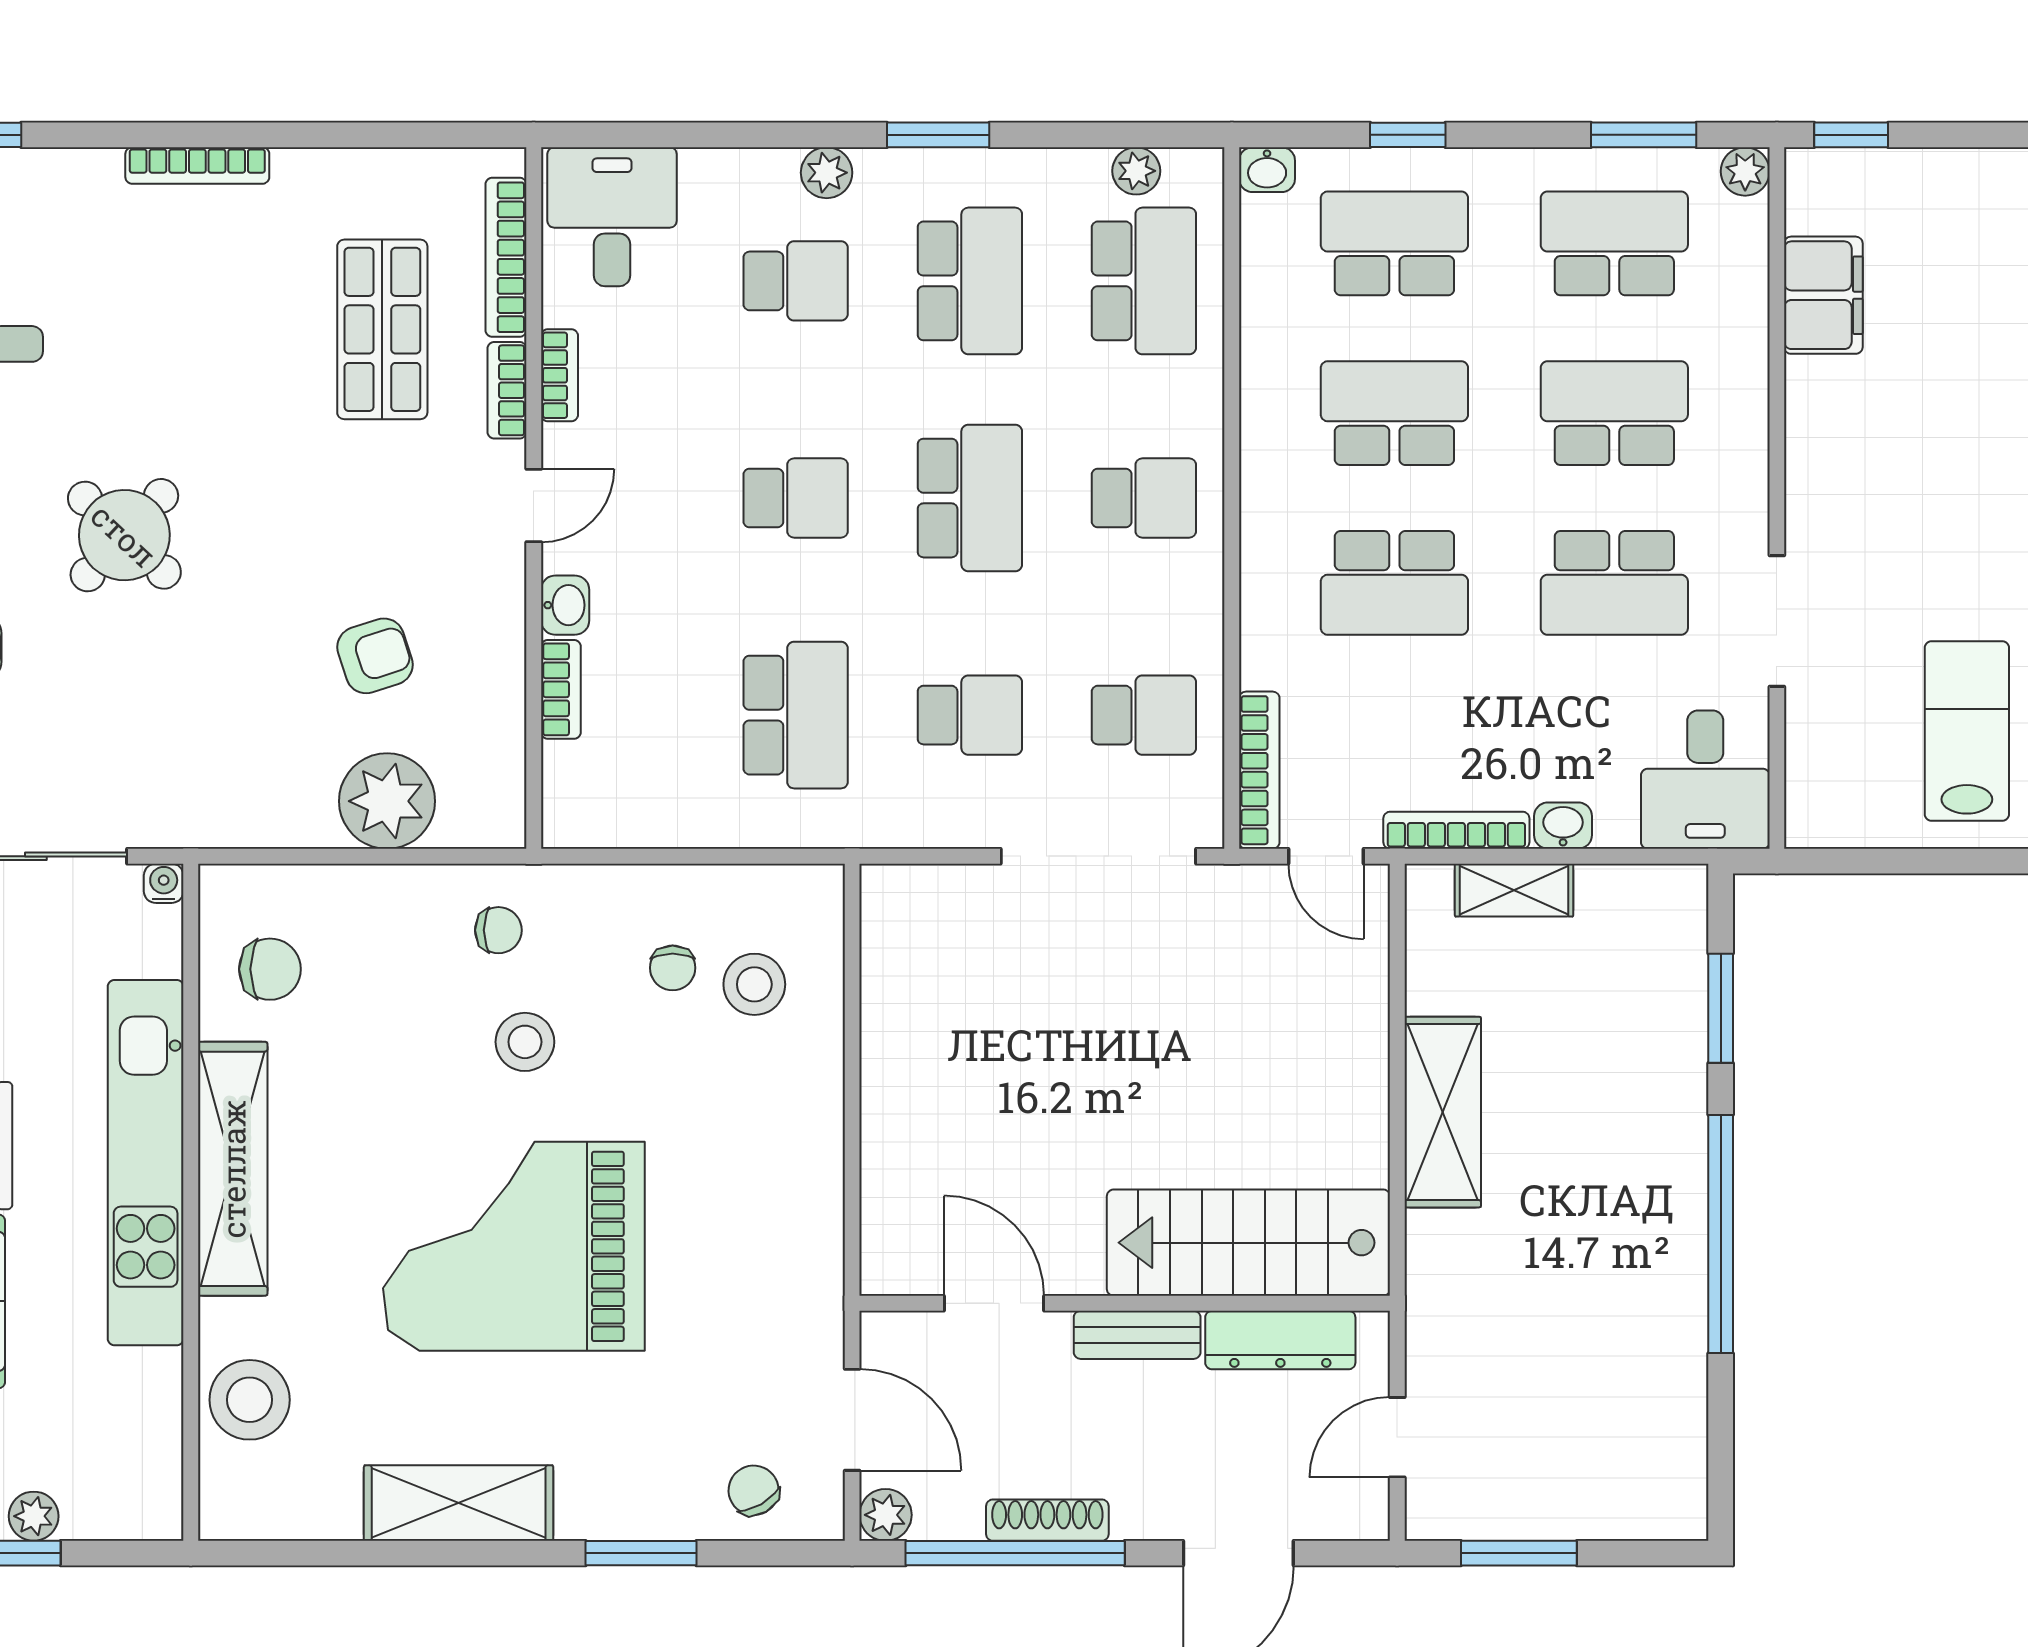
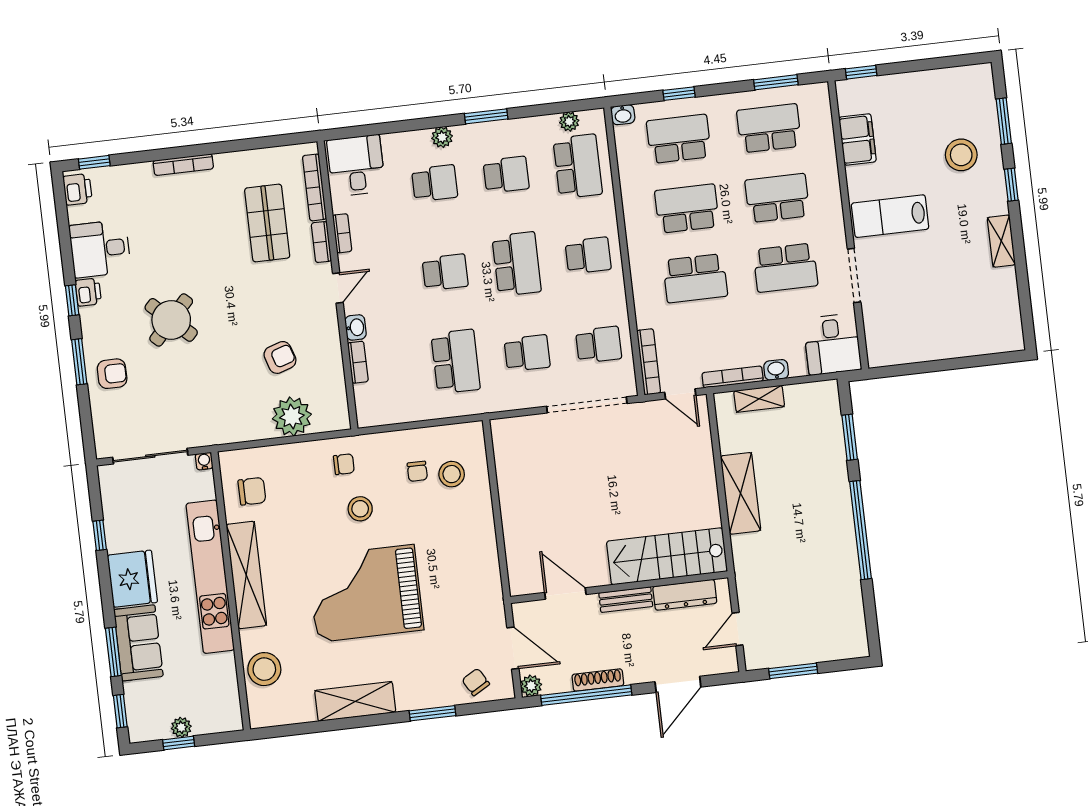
plant: (1745, 171) -> (819, 92), removed
school desk: (970, 281) -> (506, 175), width x0.54
lab bench: (1967, 731) -> (890, 216), moved, turned -90

